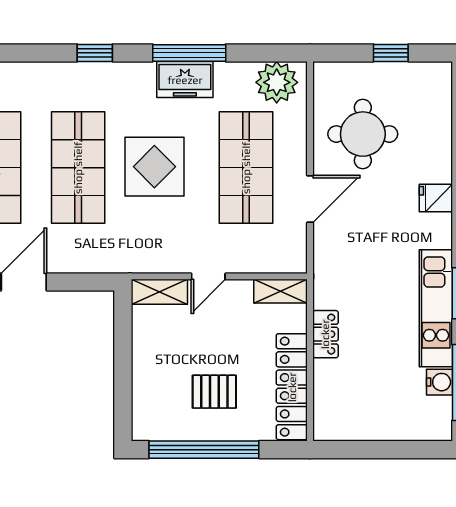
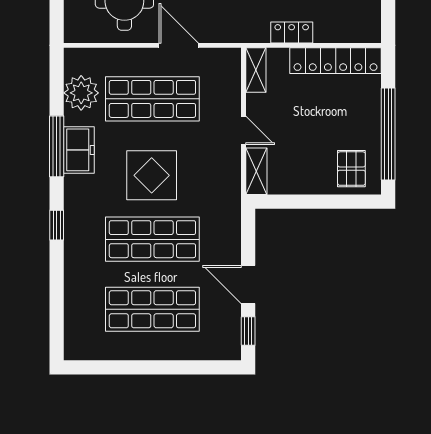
plant: (277, 82) -> (81, 93), moved
pallet: (214, 392) -> (351, 169), moved

